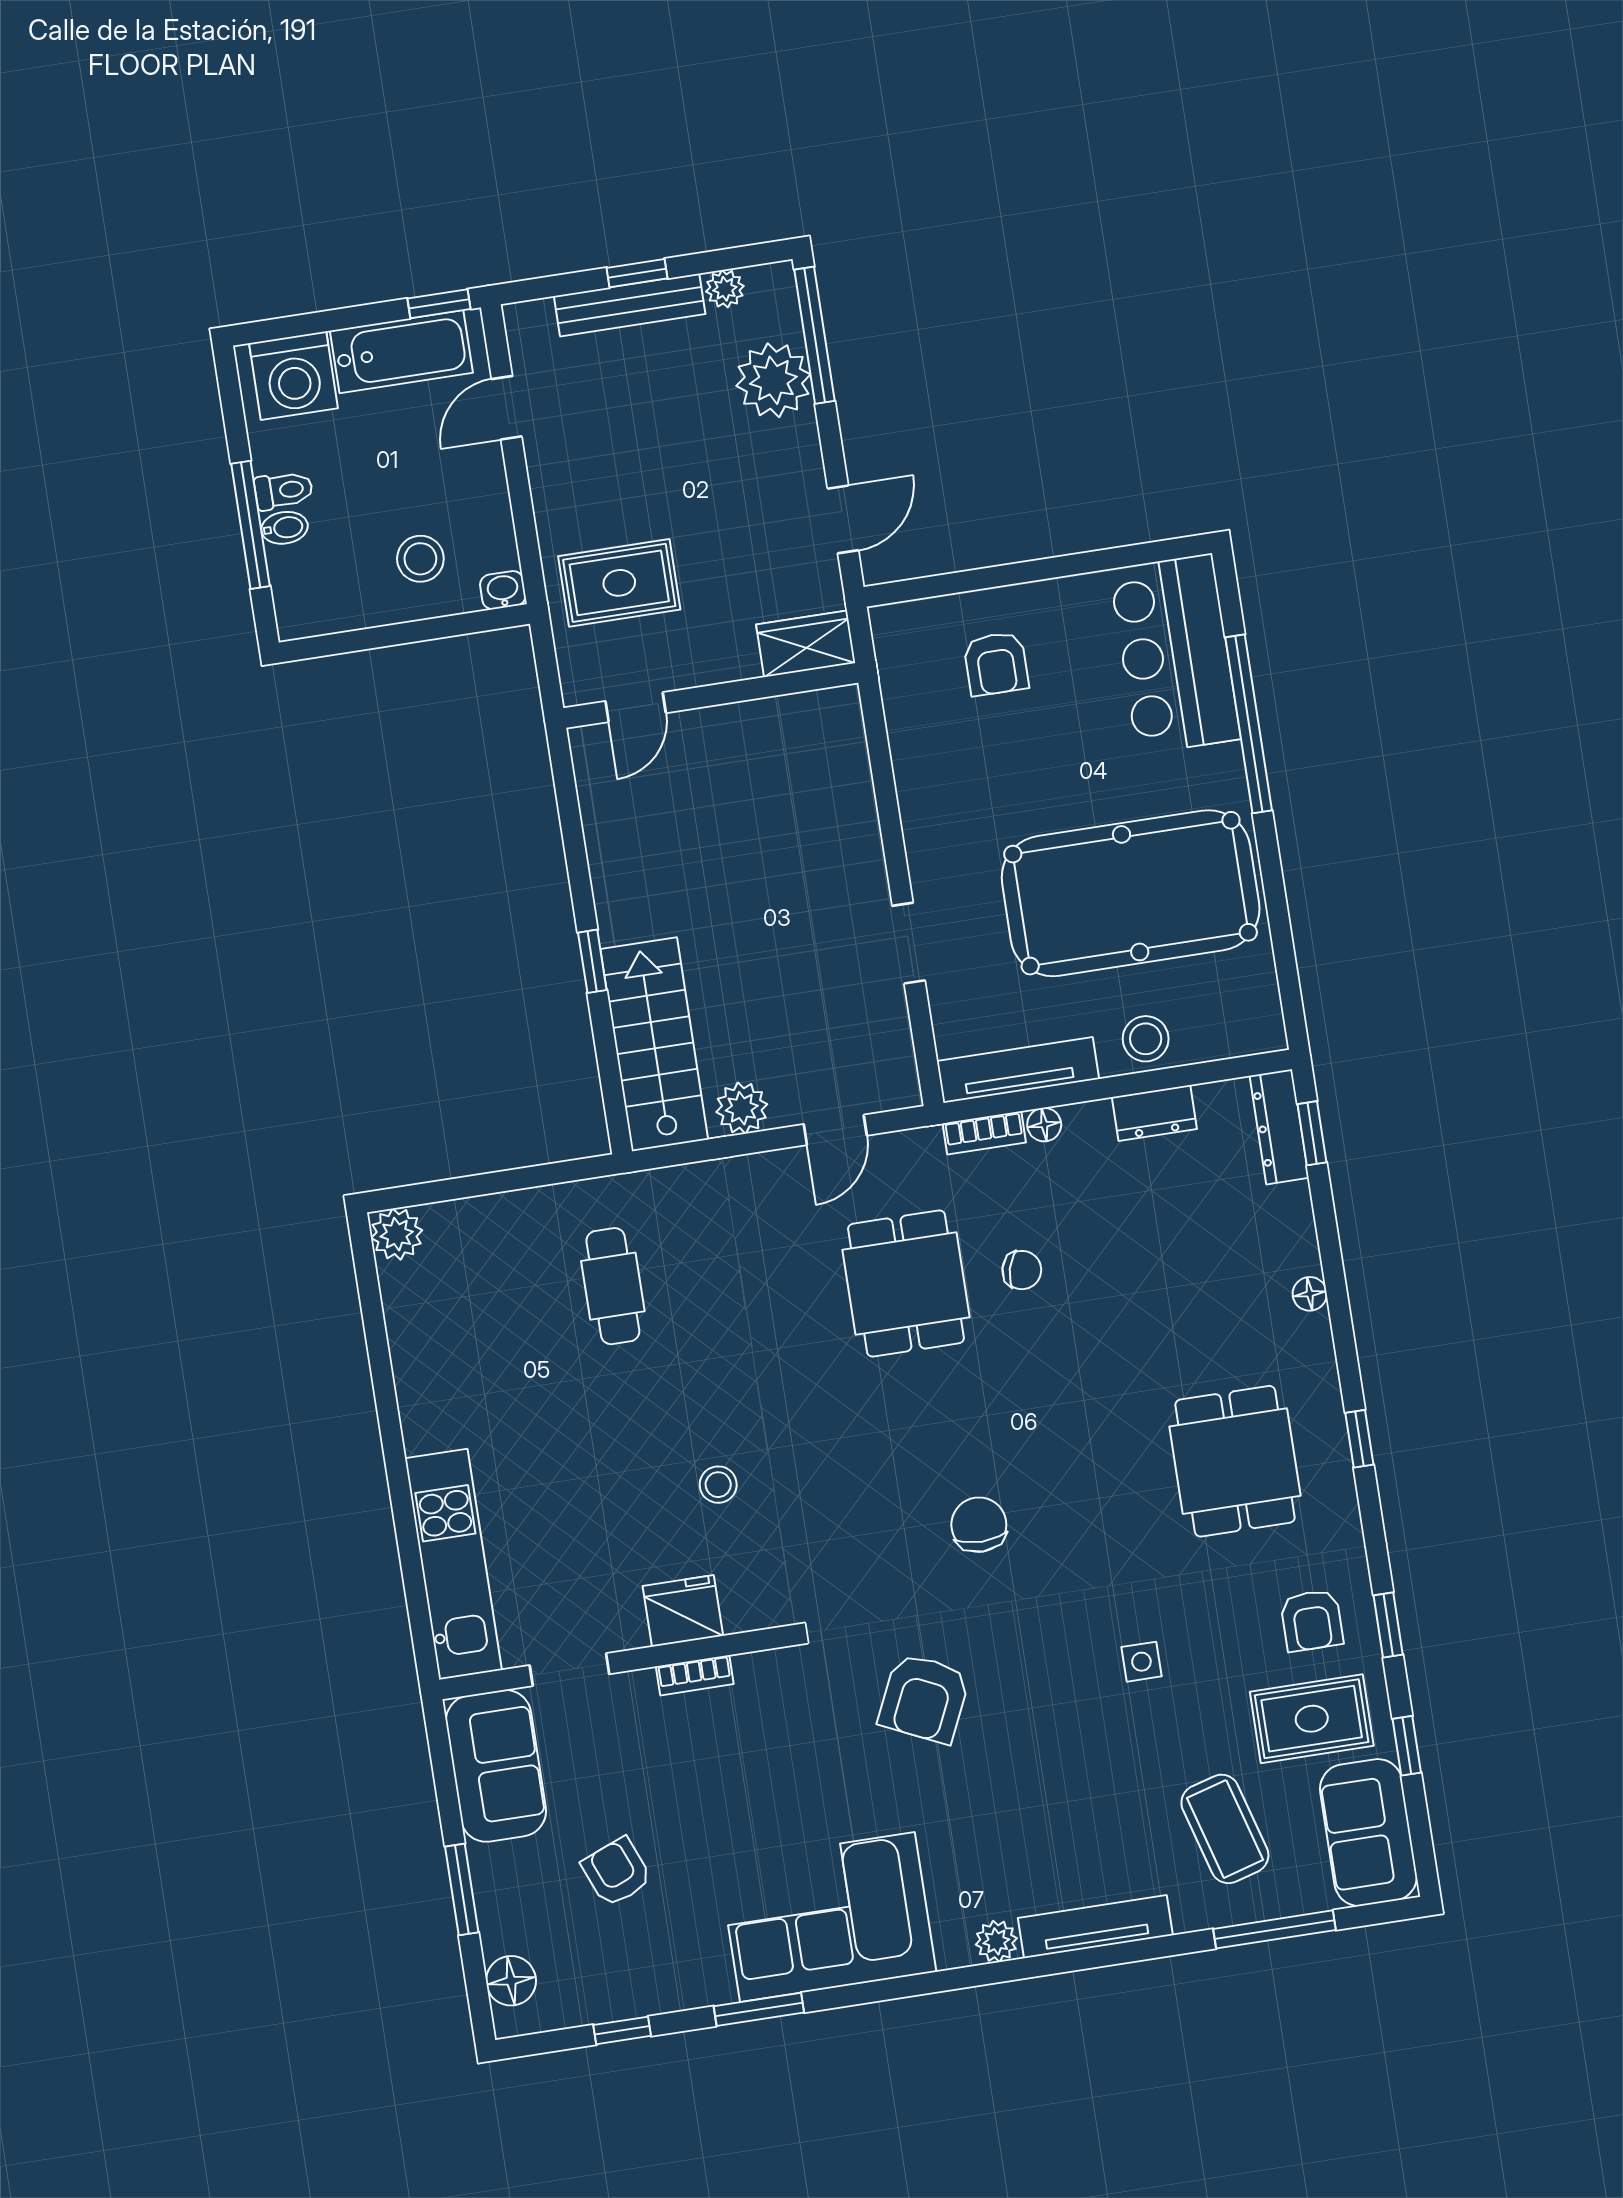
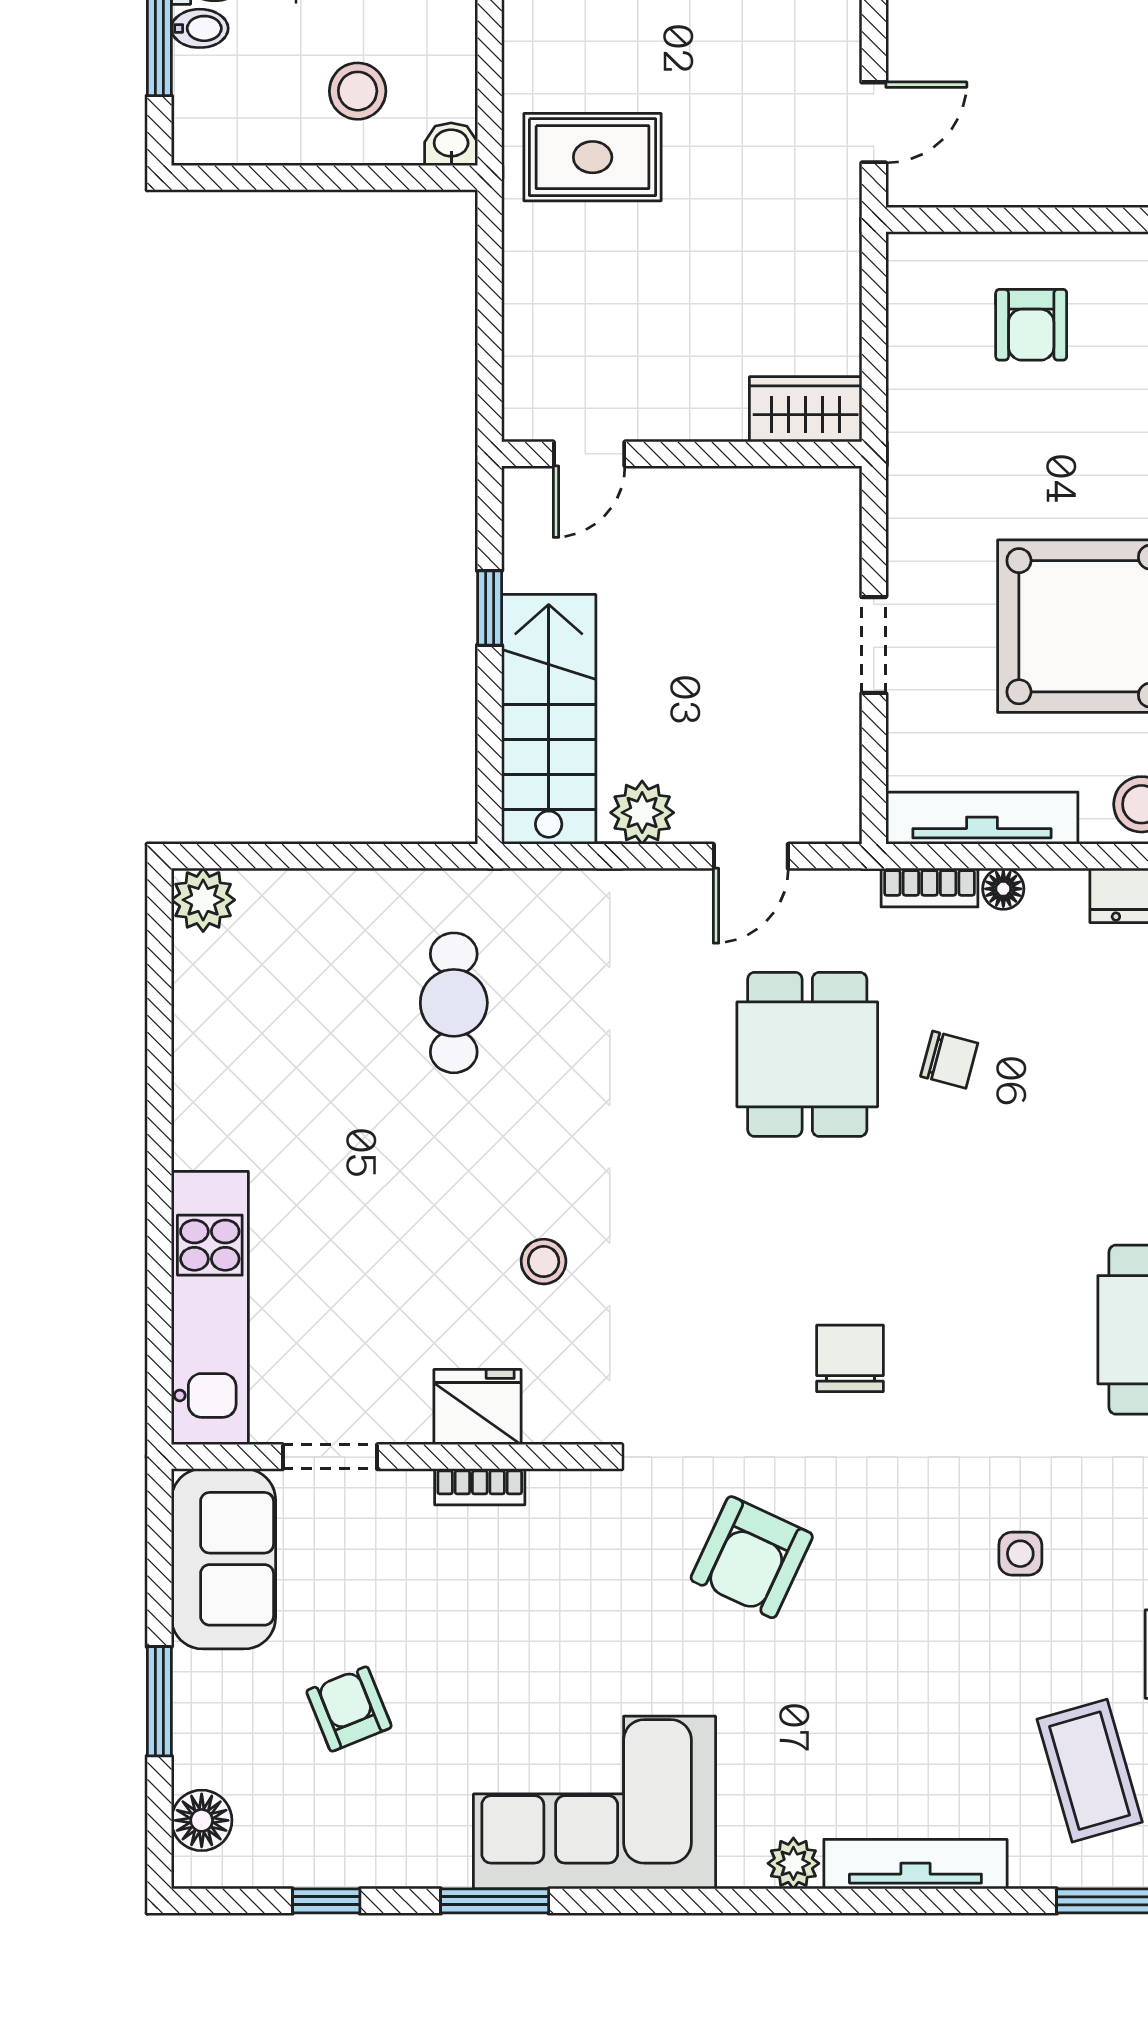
wardrobe: (806, 644) -> (806, 409), moved
wall: (711, 695) -> (682, 454), moved
door: (636, 707) -> (589, 454), moved

